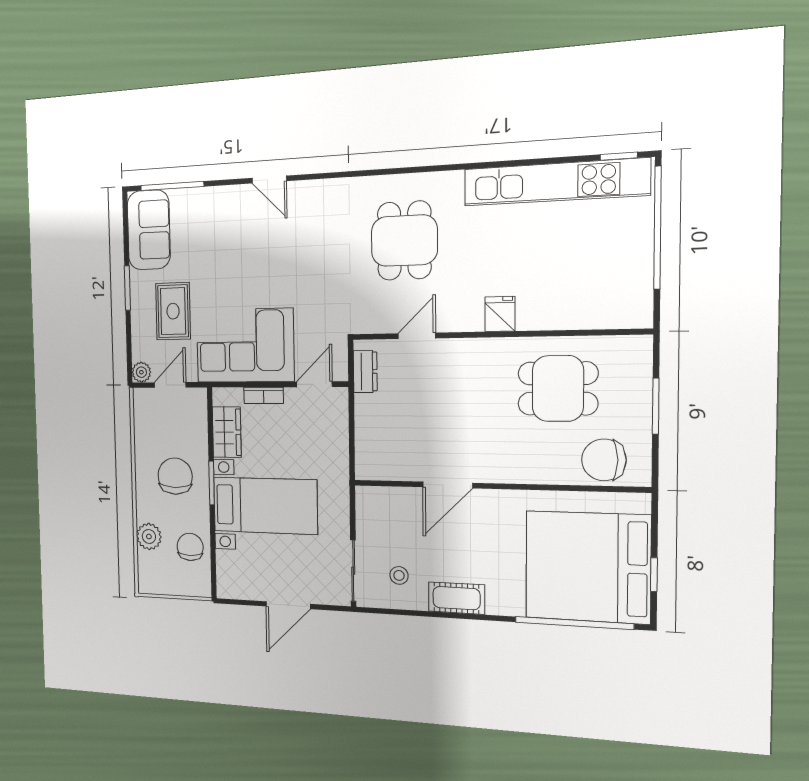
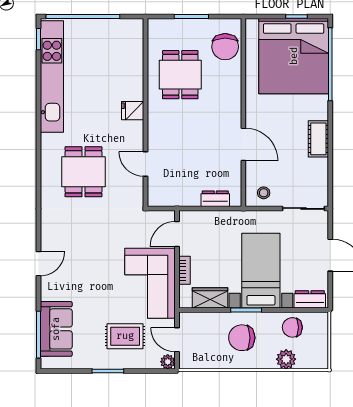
sofa: (149, 230) -> (56, 329), moved, turned 90
dining table: (404, 241) -> (83, 172), turned 90
dresser: (365, 372) -> (215, 199), moved
door: (314, 384) -> (177, 234), hinge flipped
dresser: (228, 573) -> (310, 299), added
stool: (399, 575) -> (264, 193), moved

